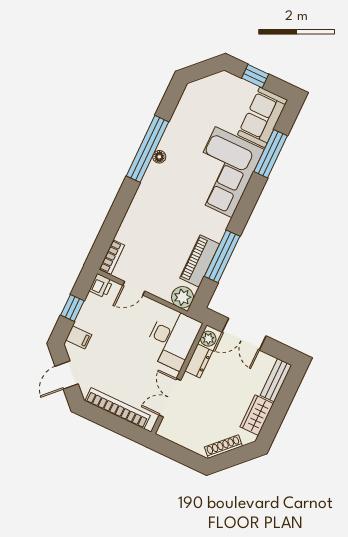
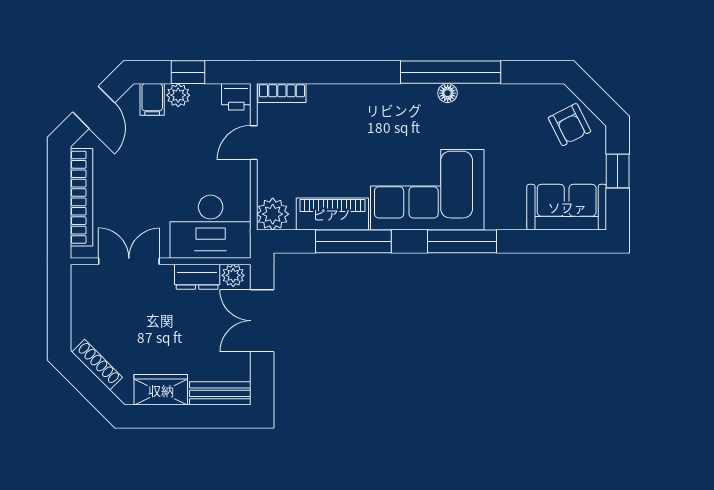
armchair: (213, 92) -> (570, 125), added
window: (271, 154) -> (462, 241), moved
corner sofa: (224, 172) -> (427, 190), moved
door: (134, 288) -> (254, 143), hinge flipped
plant: (84, 320) -> (178, 95), added
door: (67, 375) -> (94, 107), swing flipped

